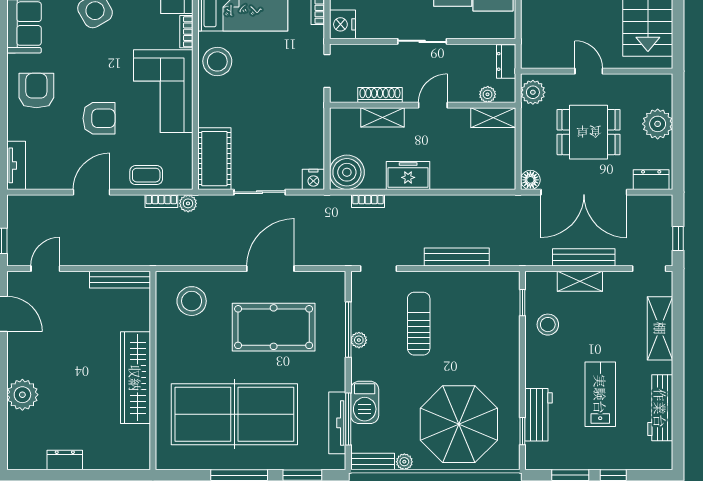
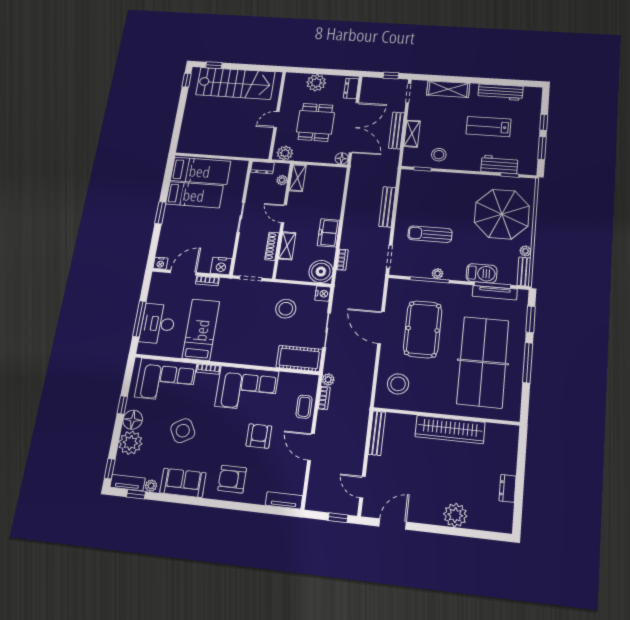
stool: (217, 61) -> (286, 309), moved

